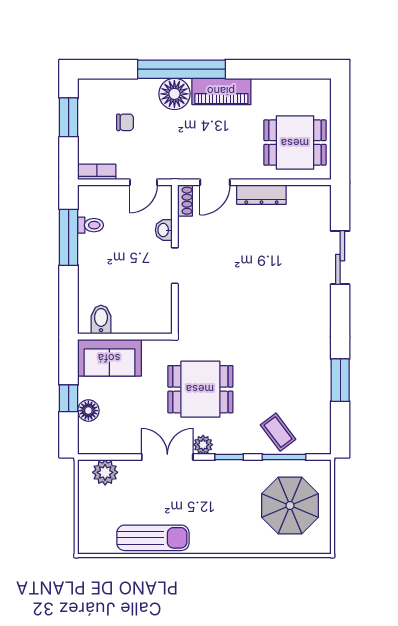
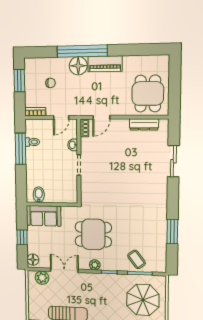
dining table: (295, 143) -> (148, 94), turned 90
dresser: (261, 195) -> (144, 124), moved
floor lamp: (88, 411) -> (33, 260), moved
double door: (167, 457) -> (64, 270), moved

